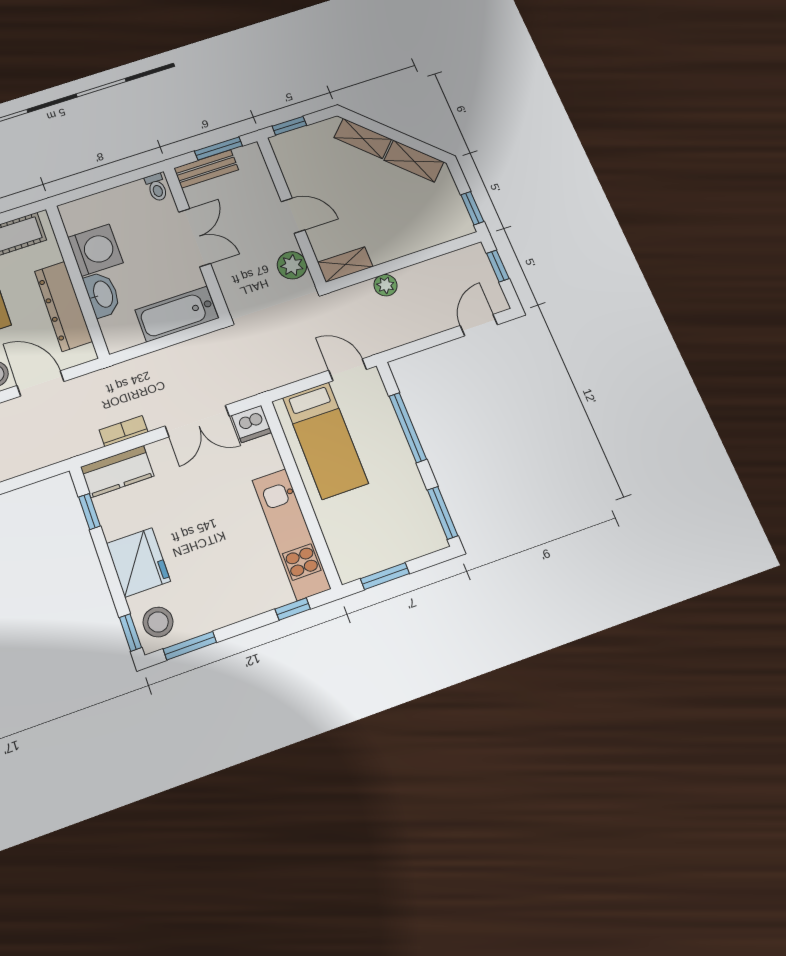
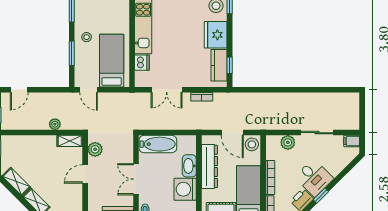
door: (293, 216) -> (85, 174), hinge flipped
double door: (197, 421) -> (167, 90), swing flipped
dishwasher: (251, 424) -> (142, 63), moved, turned 90
window: (408, 428) -> (72, 53), width x0.69
stool: (392, 469) -> (87, 37), added
kitchen counter: (117, 471) -> (219, 65), moved, turned -90

